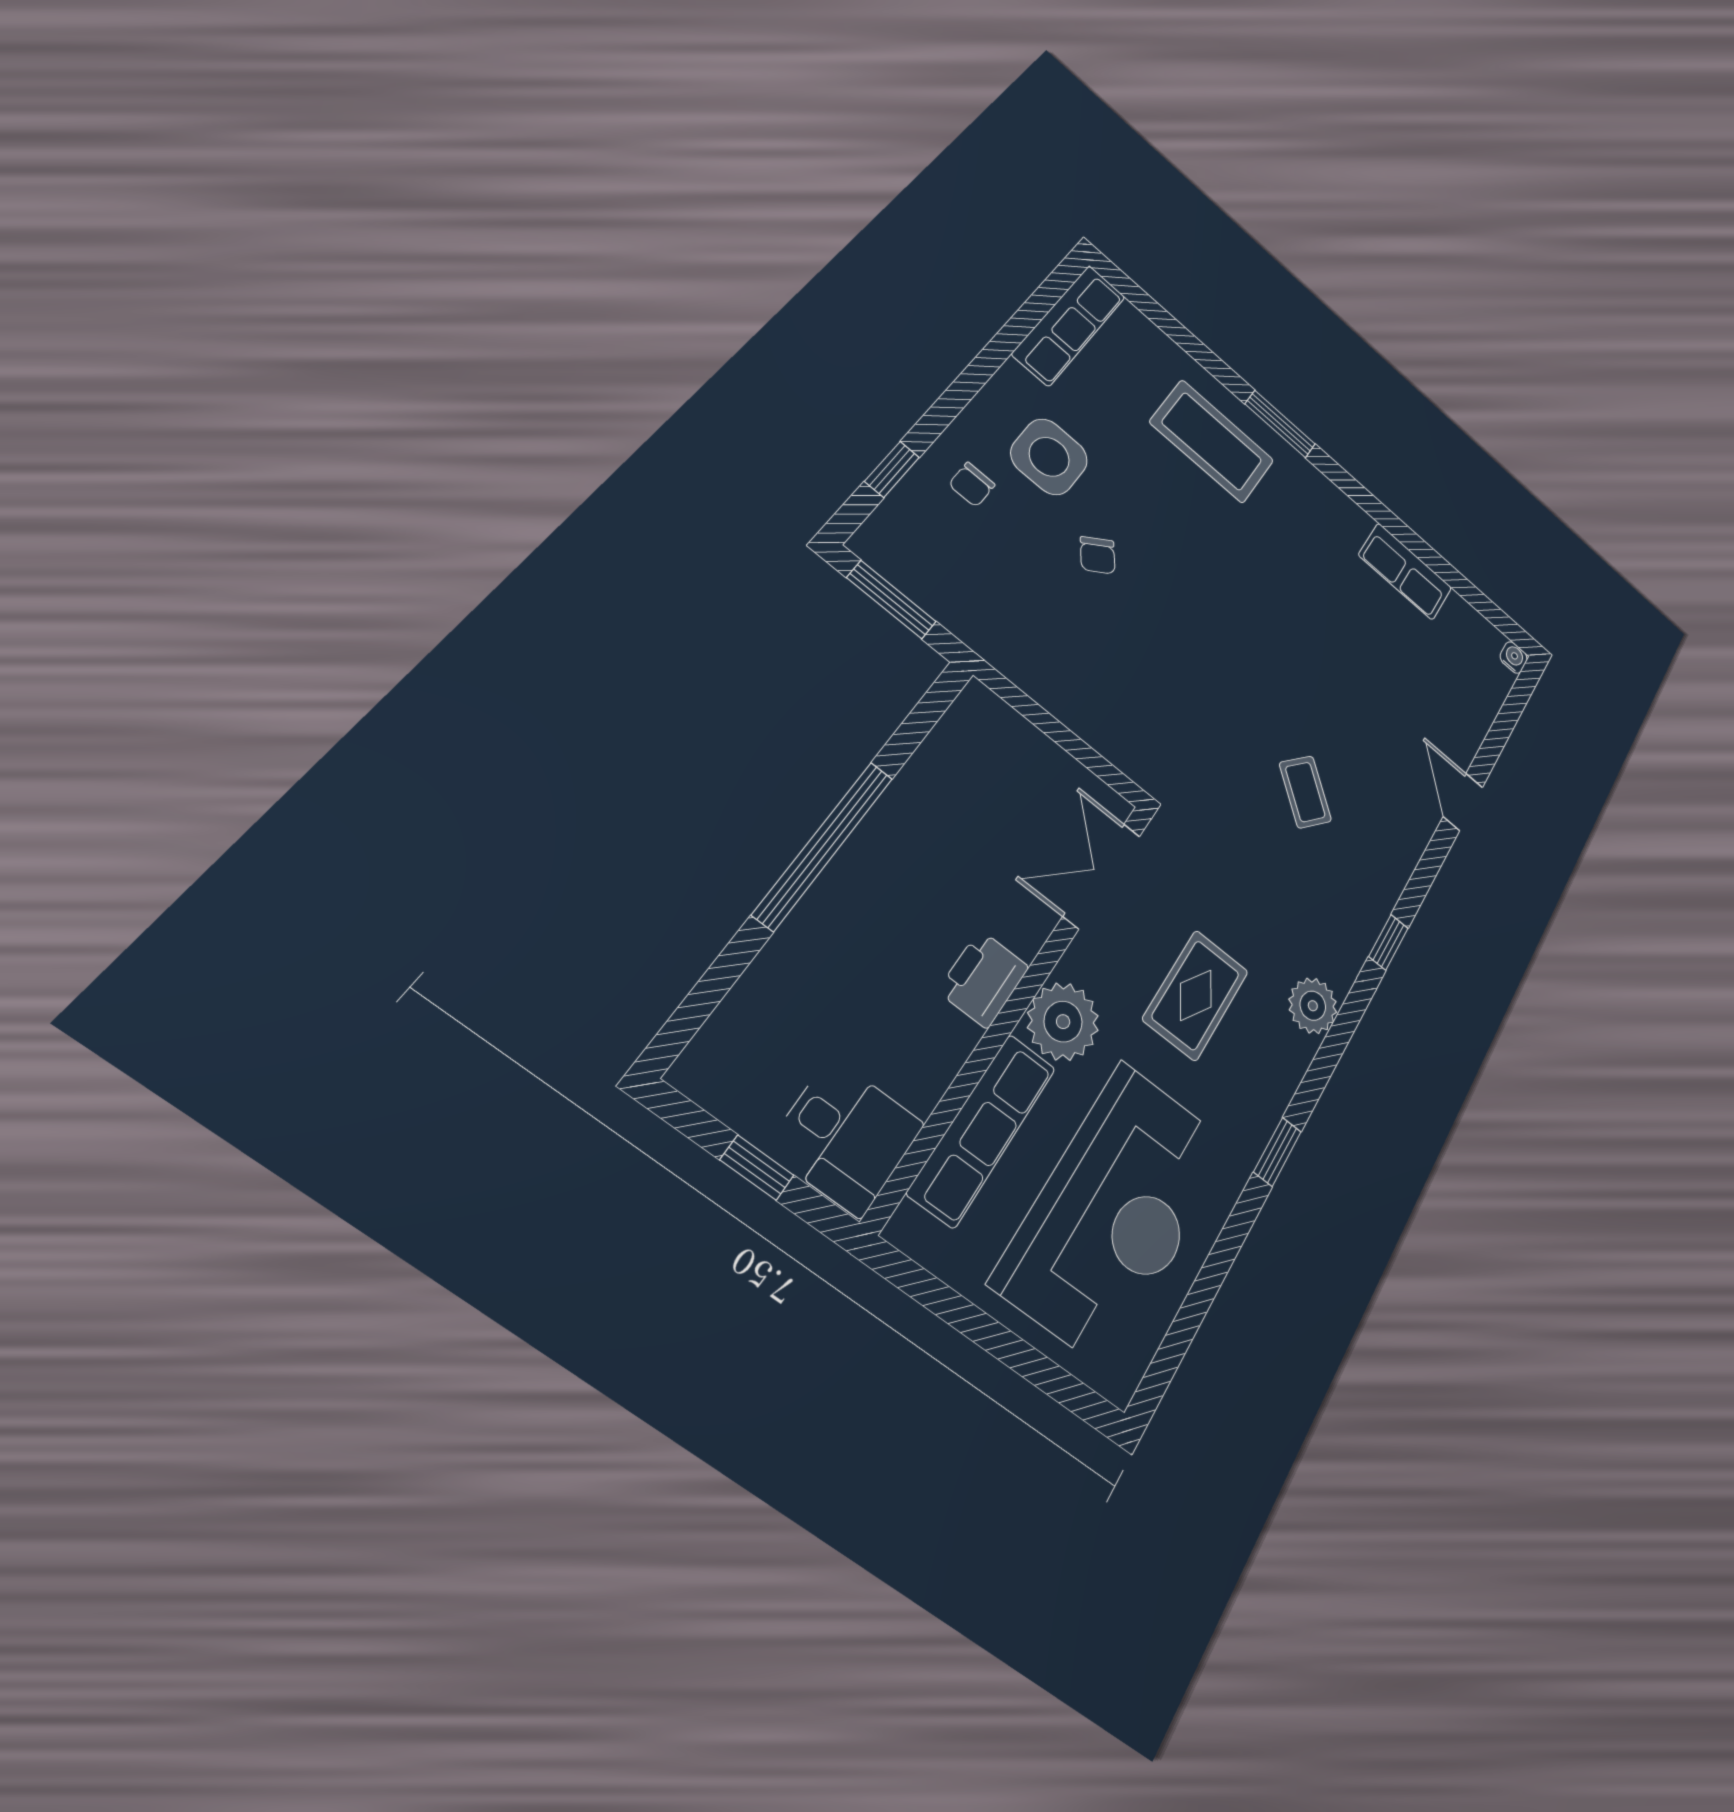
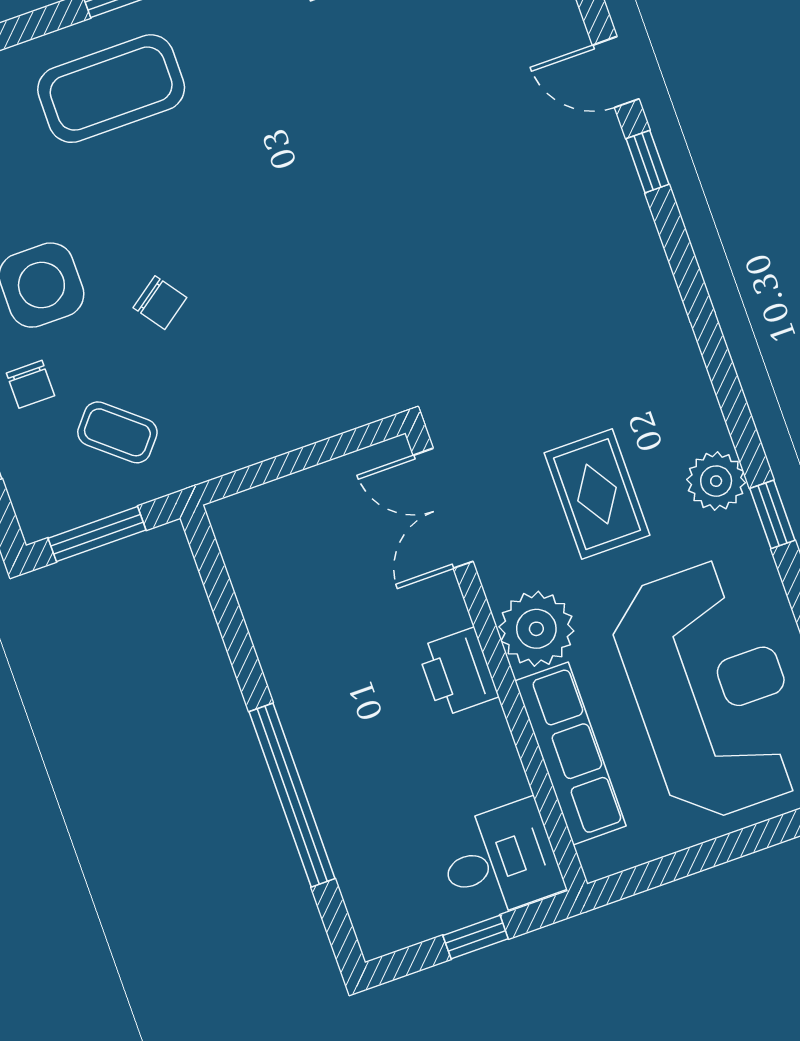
coffee table: (1305, 792) -> (117, 432), moved
window: (824, 845) -> (292, 795), moved
window: (1388, 942) -> (647, 162), moved
plant: (1313, 1006) -> (716, 481), moved

